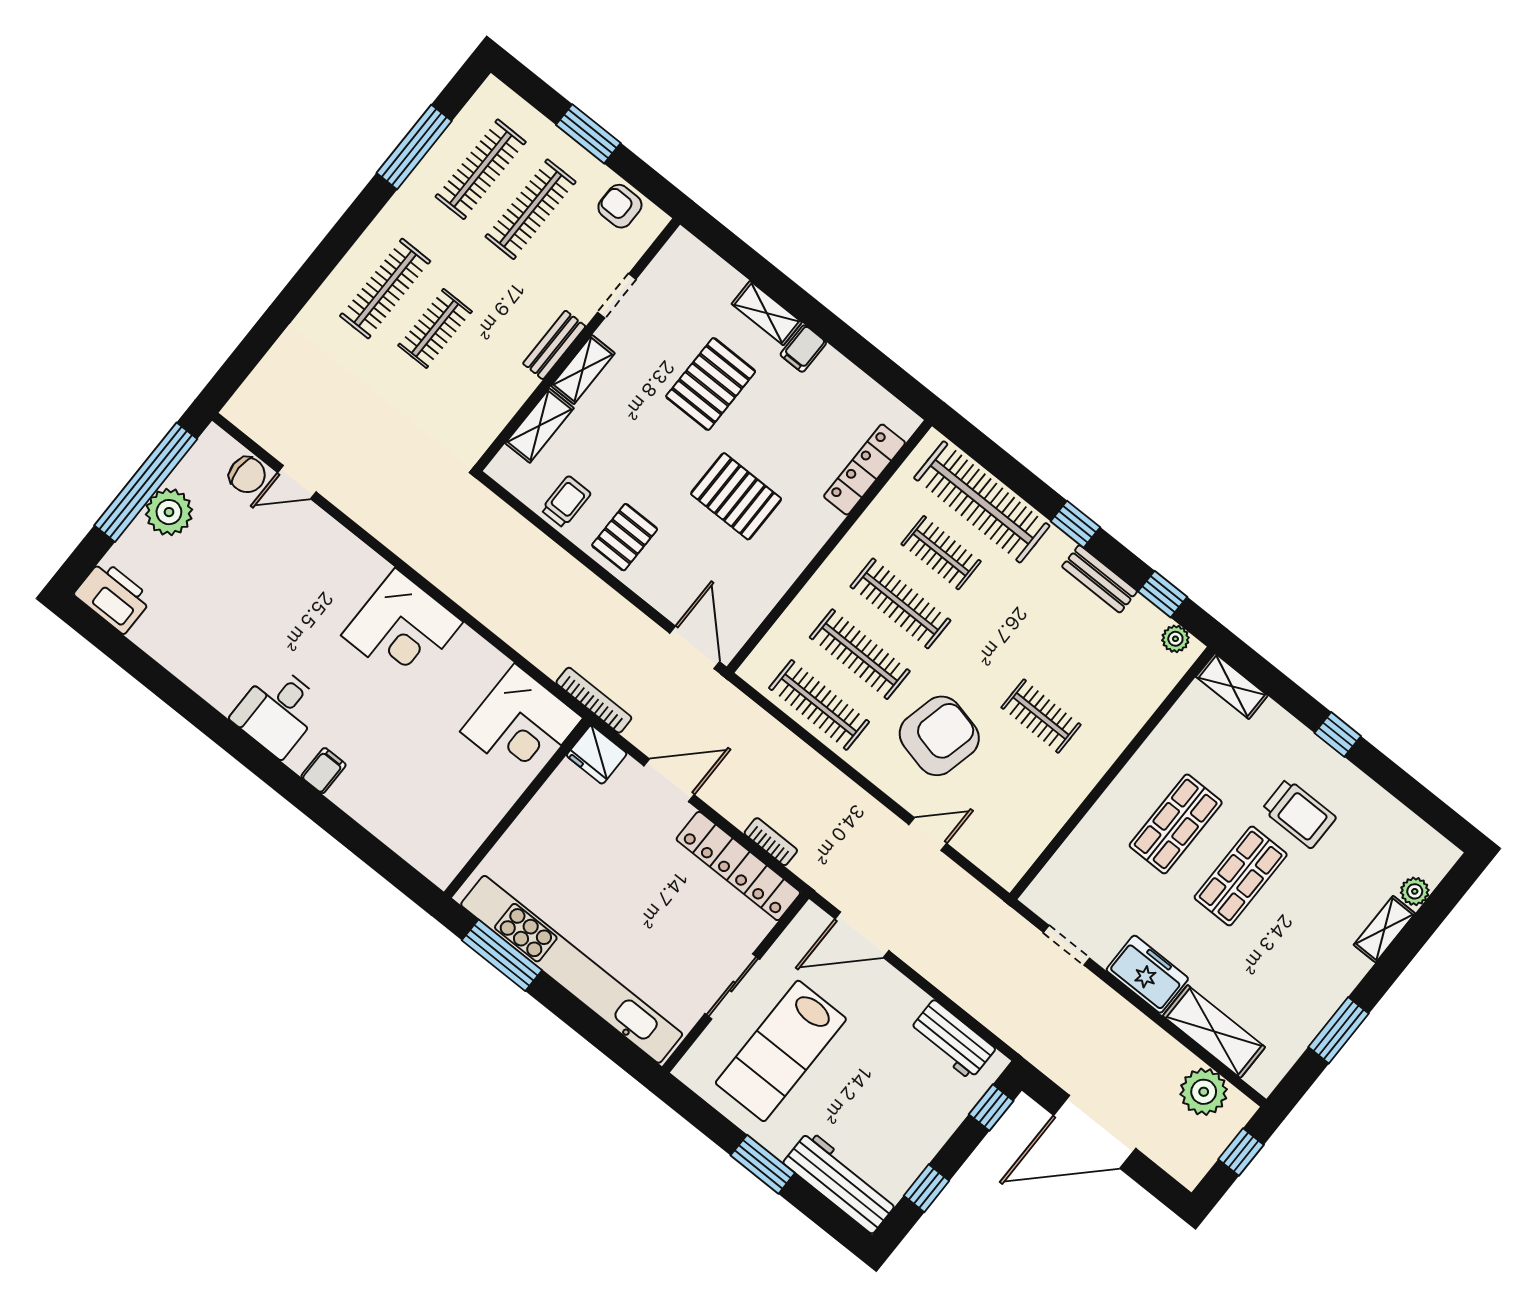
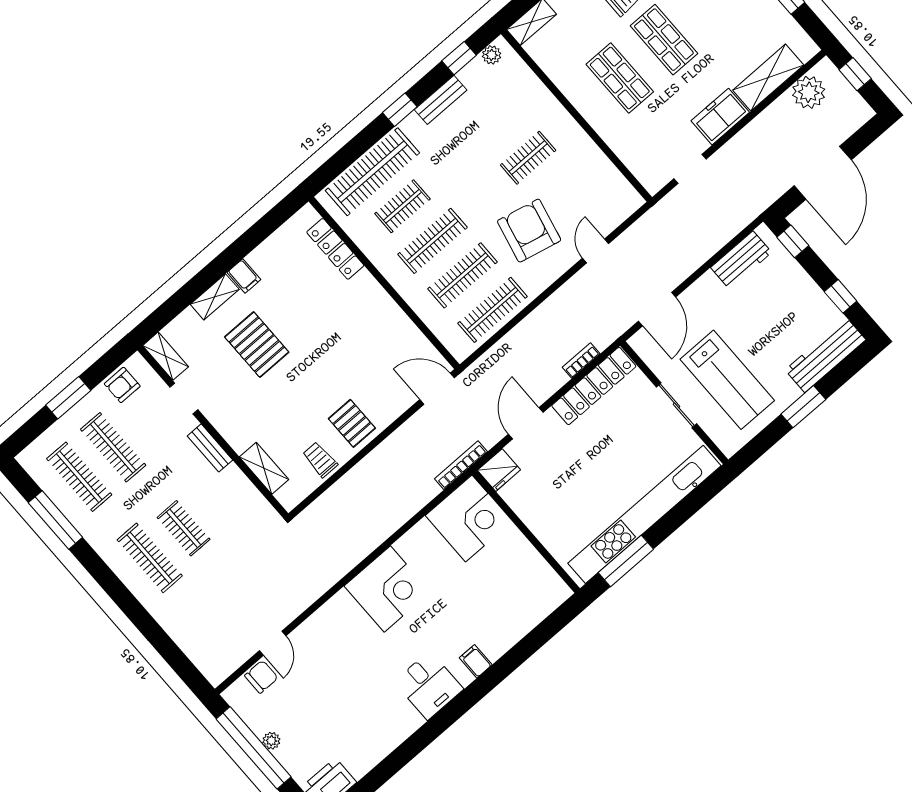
shelving: (583, 370) -> (166, 356), moved
pallet: (736, 496) -> (338, 341), removed
plant: (169, 512) -> (271, 741), width x0.53, depth x0.53

